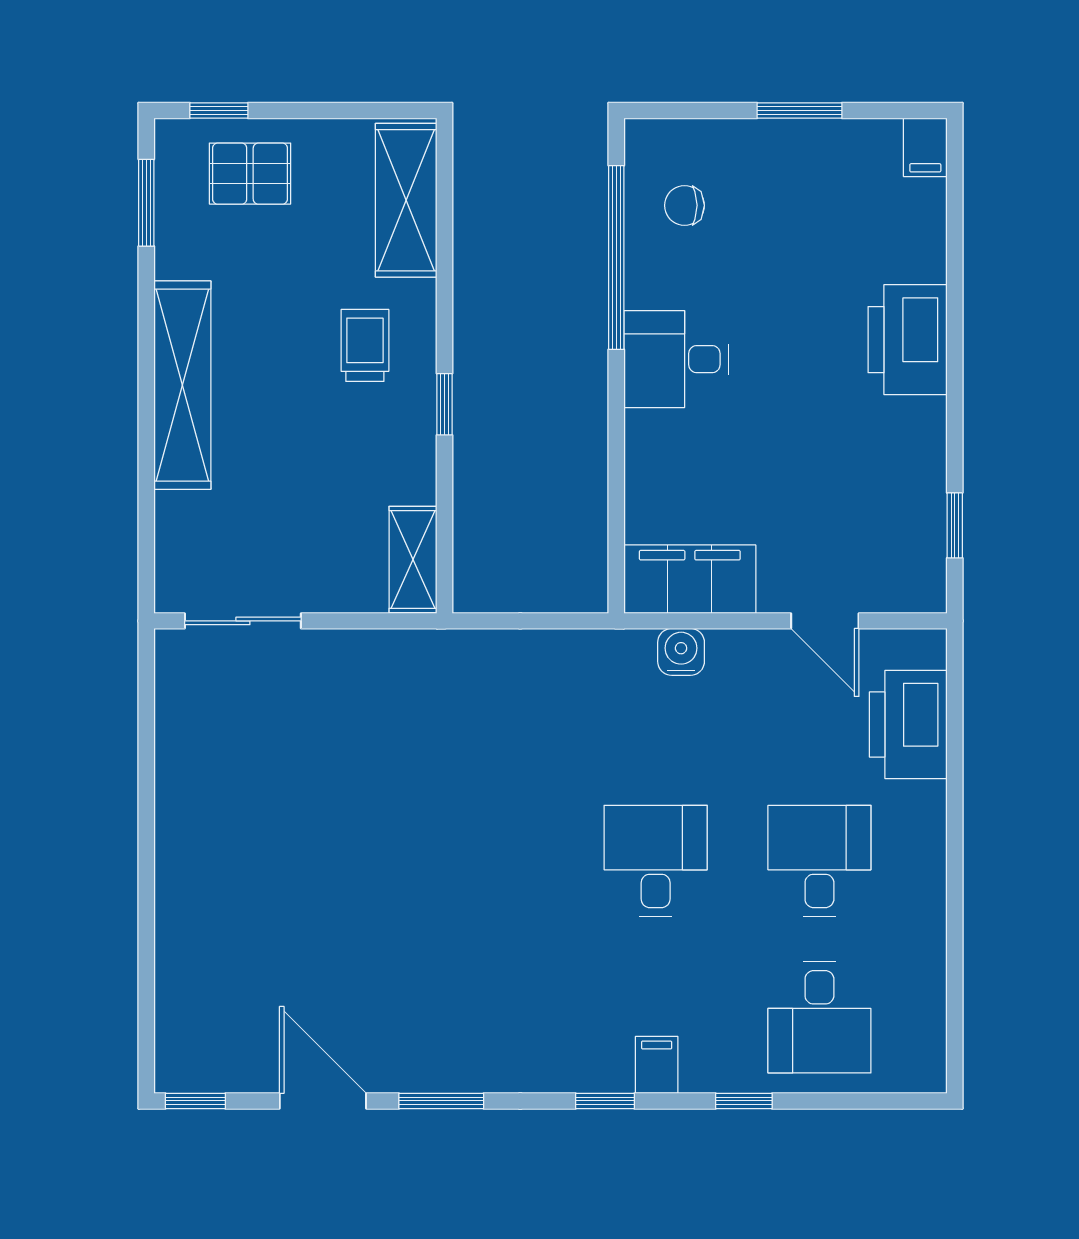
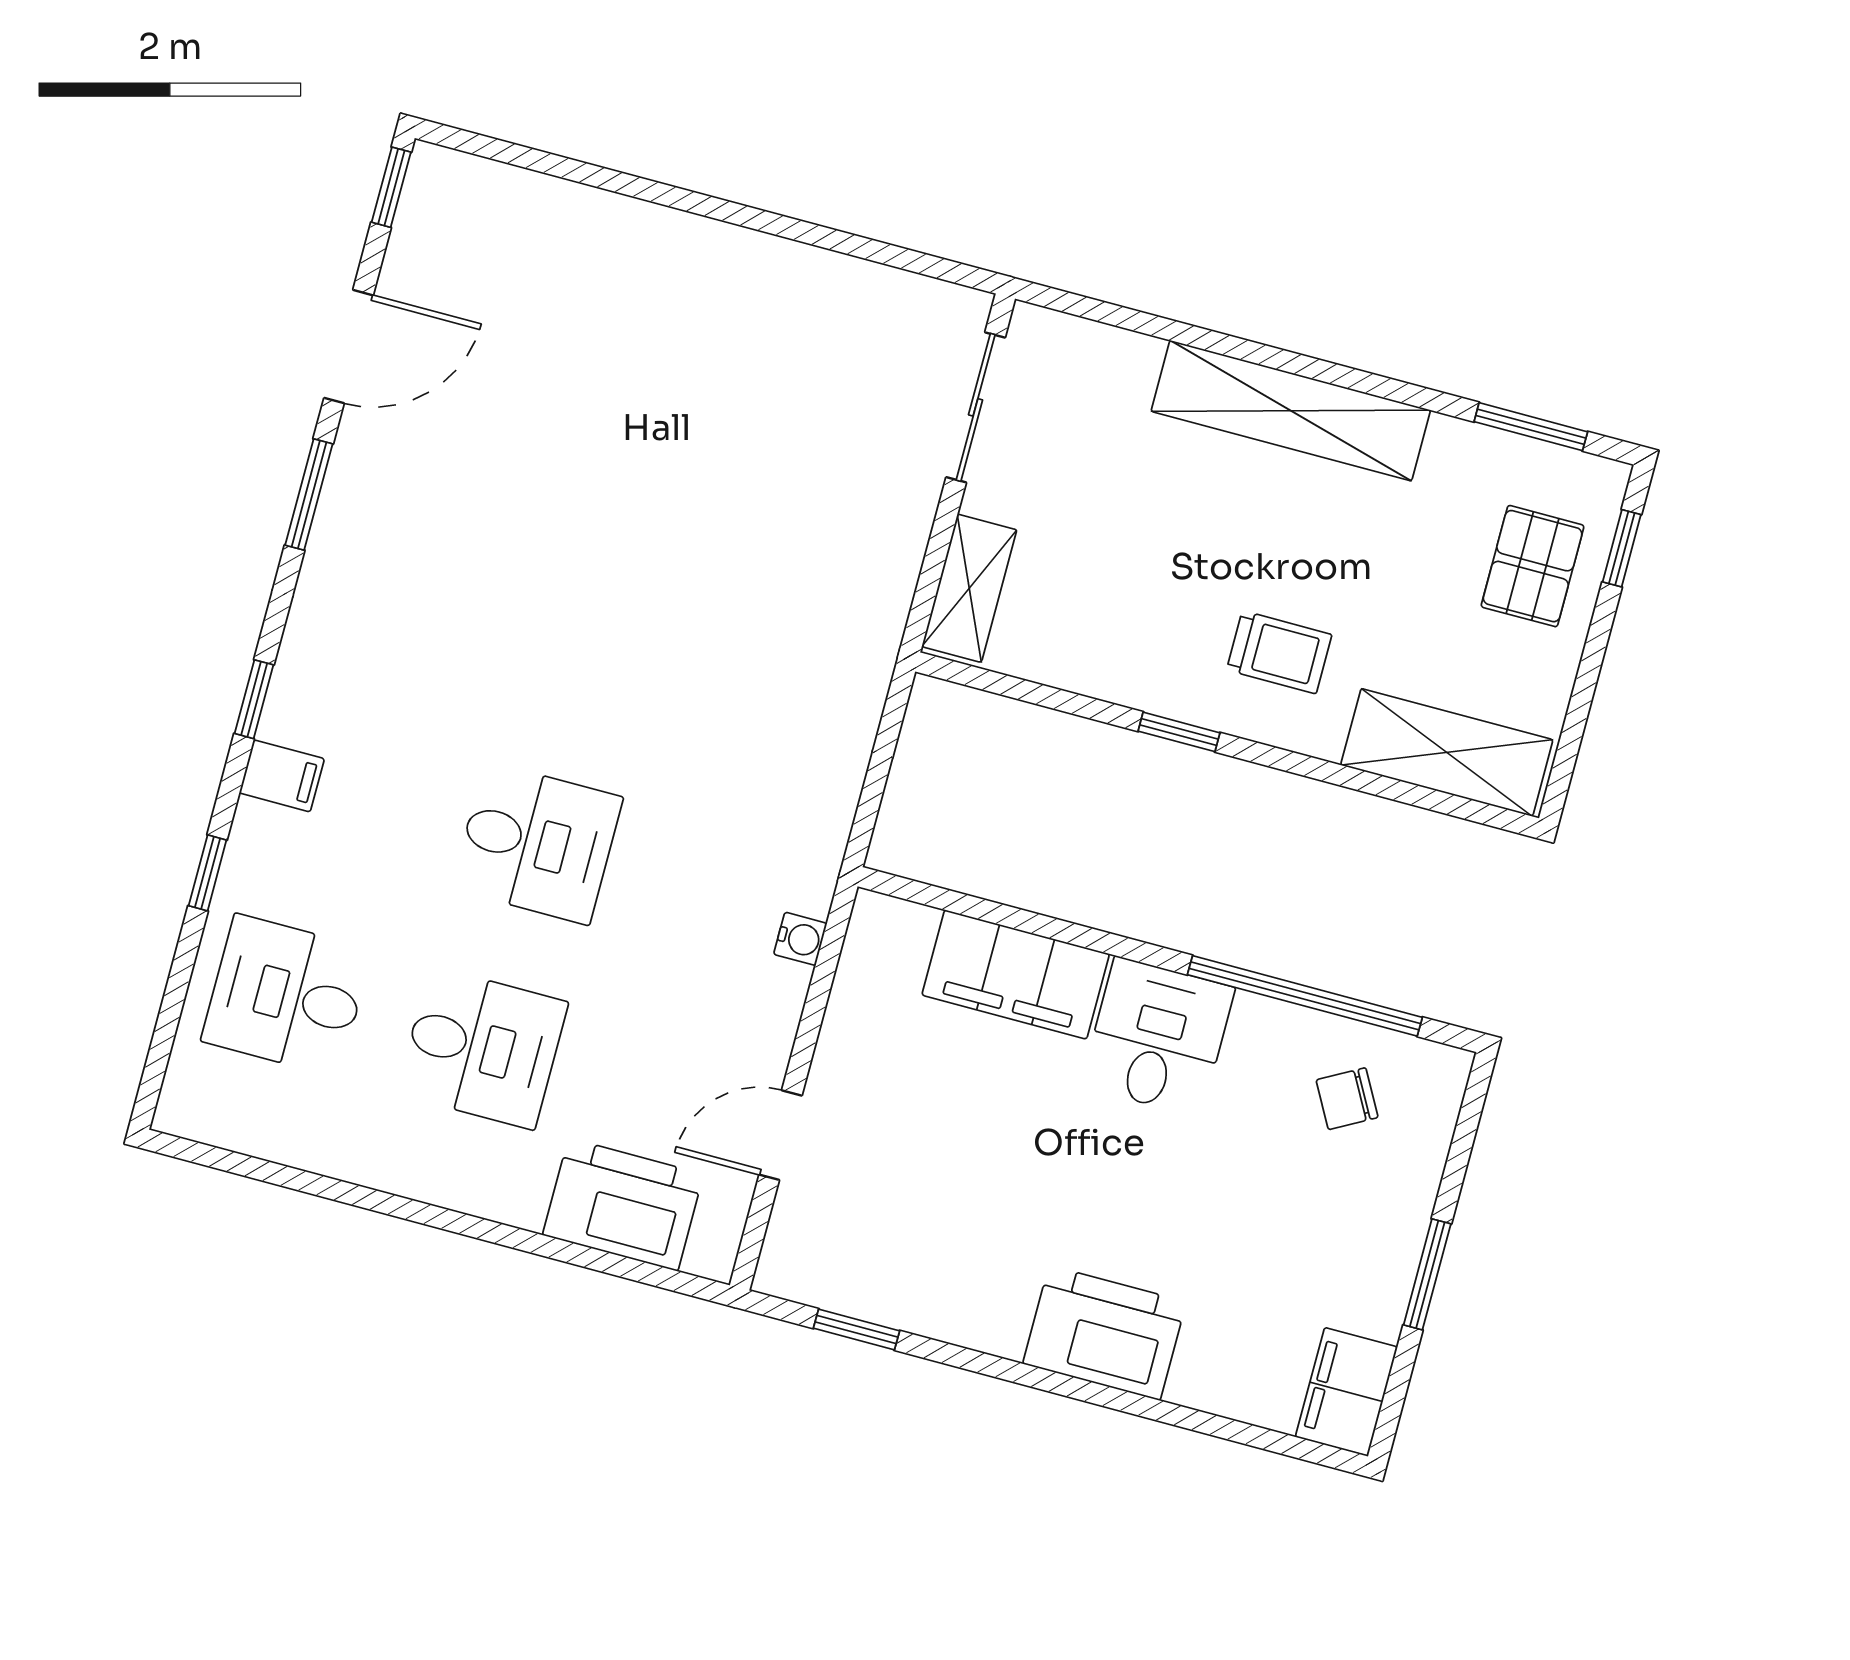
filing cabinet: (925, 147) -> (1346, 1392), width x2.00
chair: (684, 205) -> (1347, 1099), turned -119
shelving: (413, 559) -> (969, 588), moved, turned 90
filing cabinet: (690, 579) -> (1016, 974), moved, turned 90
water cooler: (681, 652) -> (800, 939), width x0.72, depth x0.72

